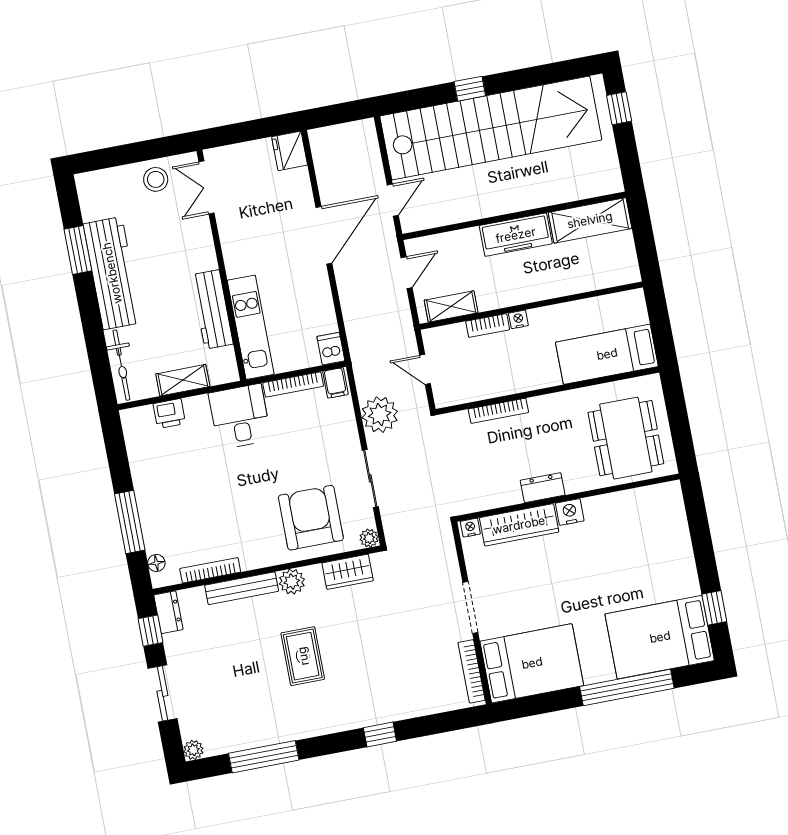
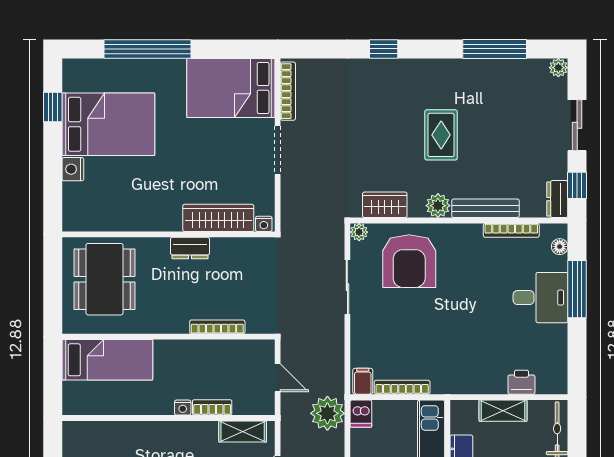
plant: (380, 415) -> (327, 413), moved
desk: (240, 417) -> (540, 298), moved, turned -90
nightstand: (570, 512) -> (73, 169), moved, turned 90
bed: (660, 637) -> (108, 124), moved

